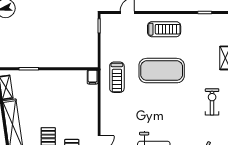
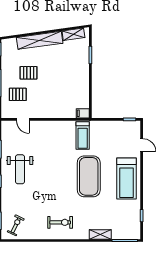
treadmill: (164, 29) -> (127, 179), width x1.37, depth x1.37
treadmill: (117, 77) -> (83, 136), turned -90

